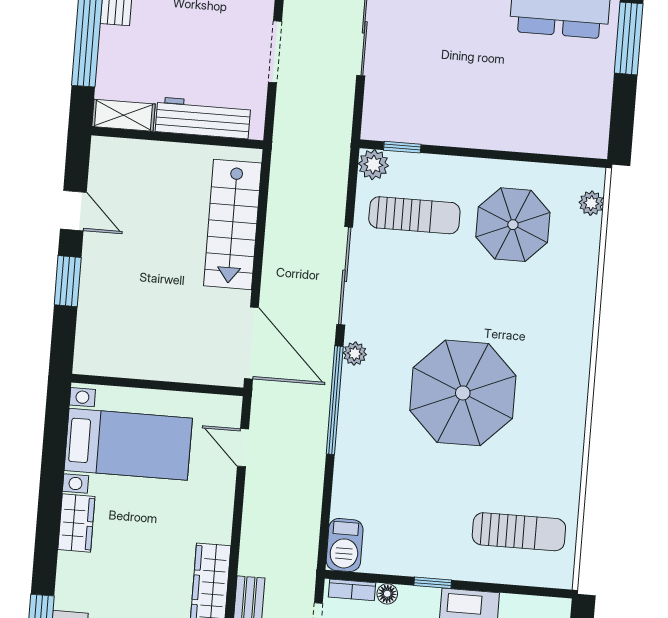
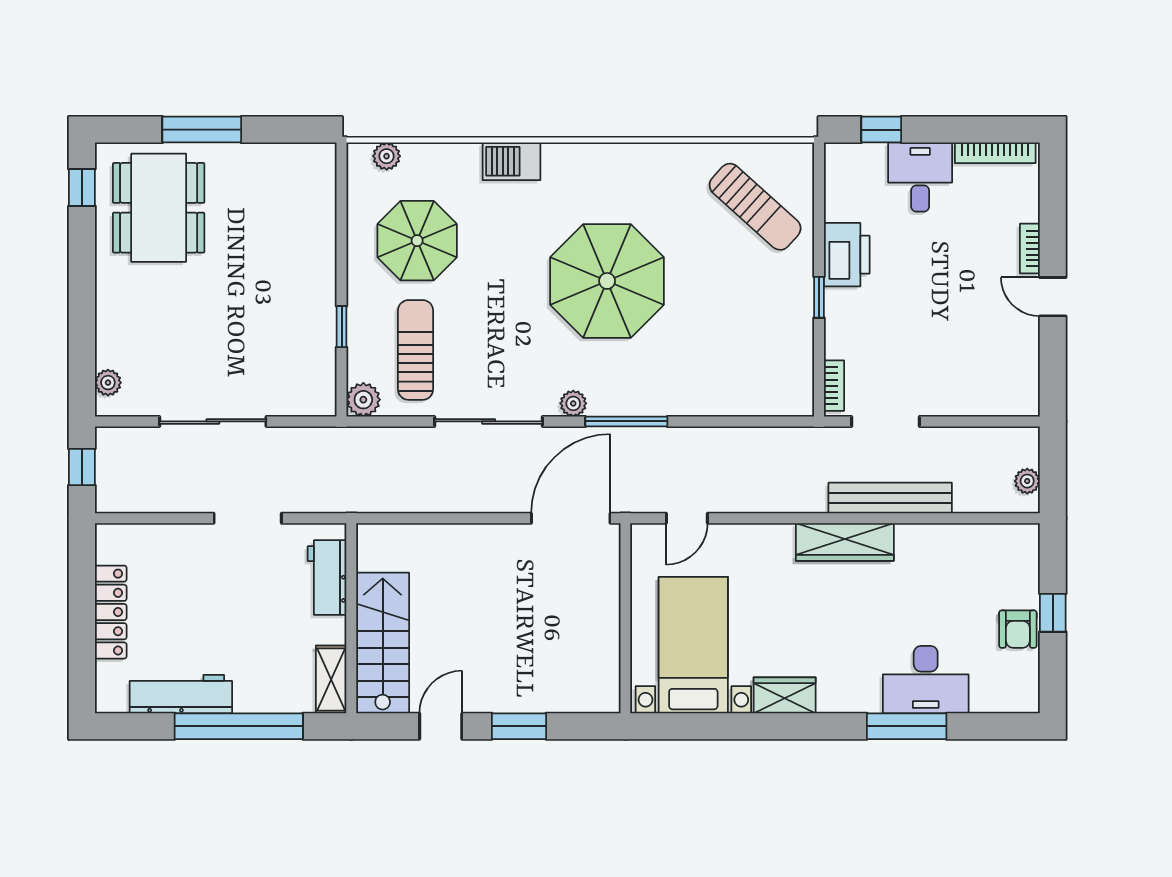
workbench: (203, 118) -> (327, 578), width x0.73
window: (402, 147) -> (342, 327), moved
stairs: (233, 224) -> (383, 643), moved, turned -90
window: (335, 400) -> (626, 421), width x0.68
sun lounger: (519, 532) -> (755, 207), turned 132
barbecue: (345, 545) -> (512, 161), moved, turned 180
floor lamp: (387, 594) -> (835, 346), removed

